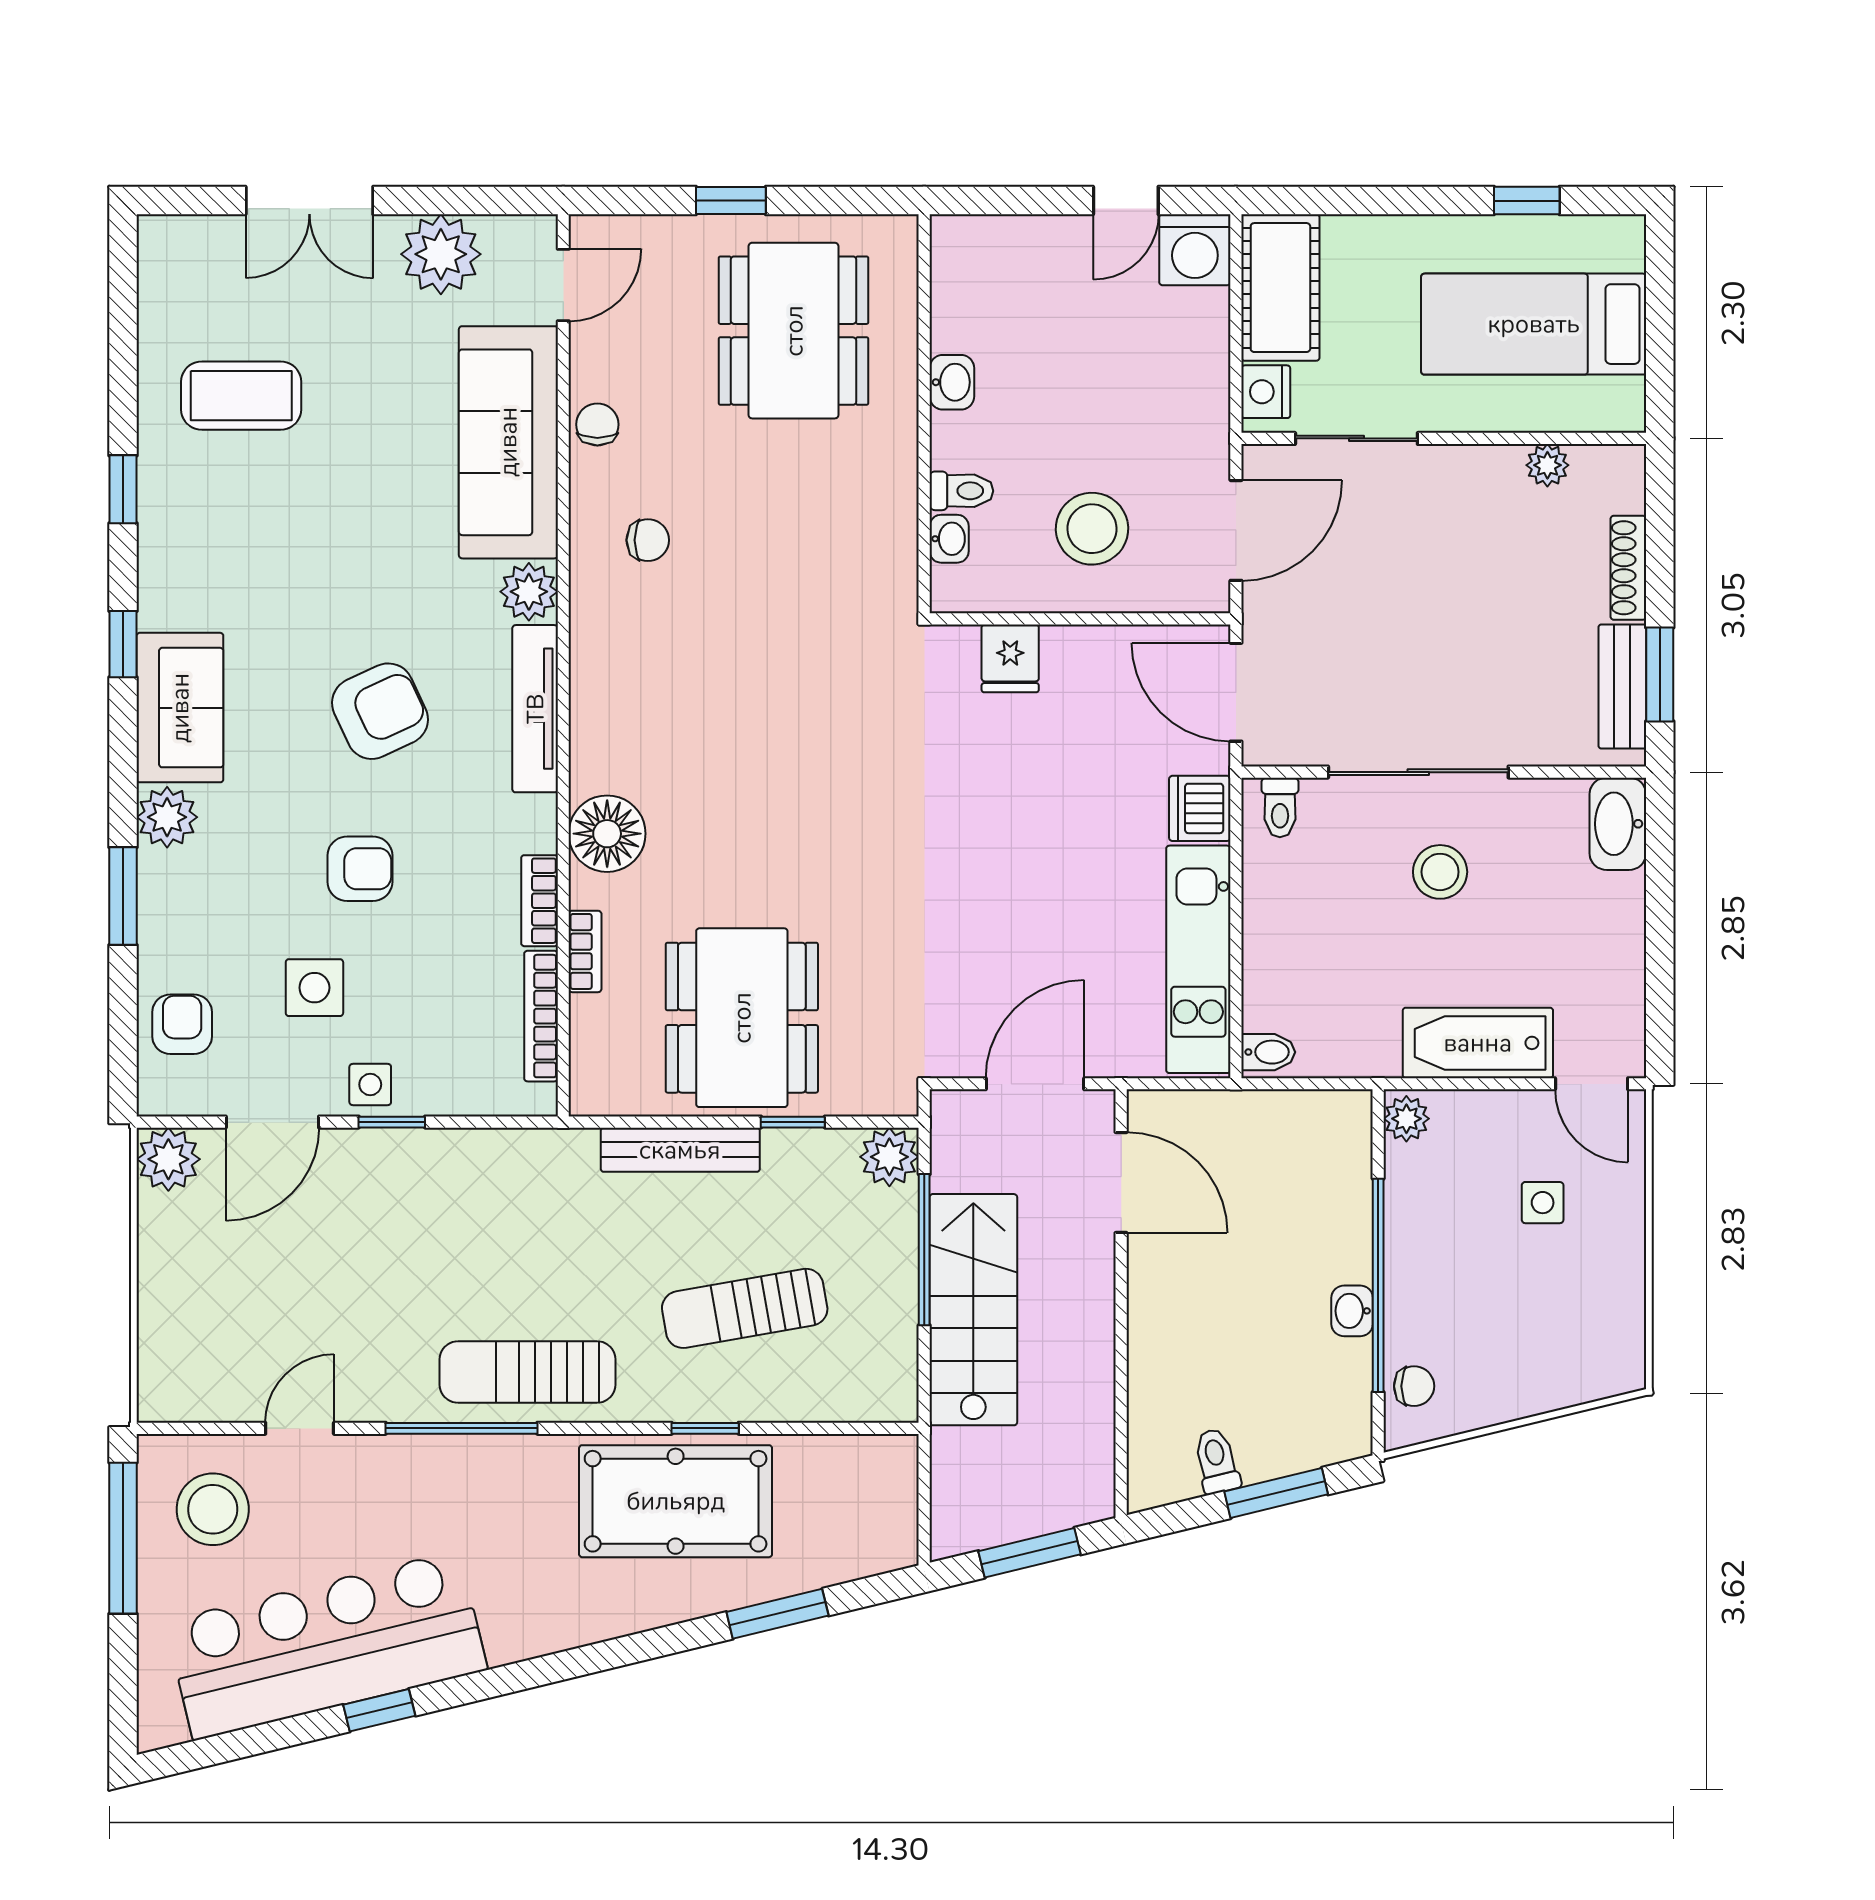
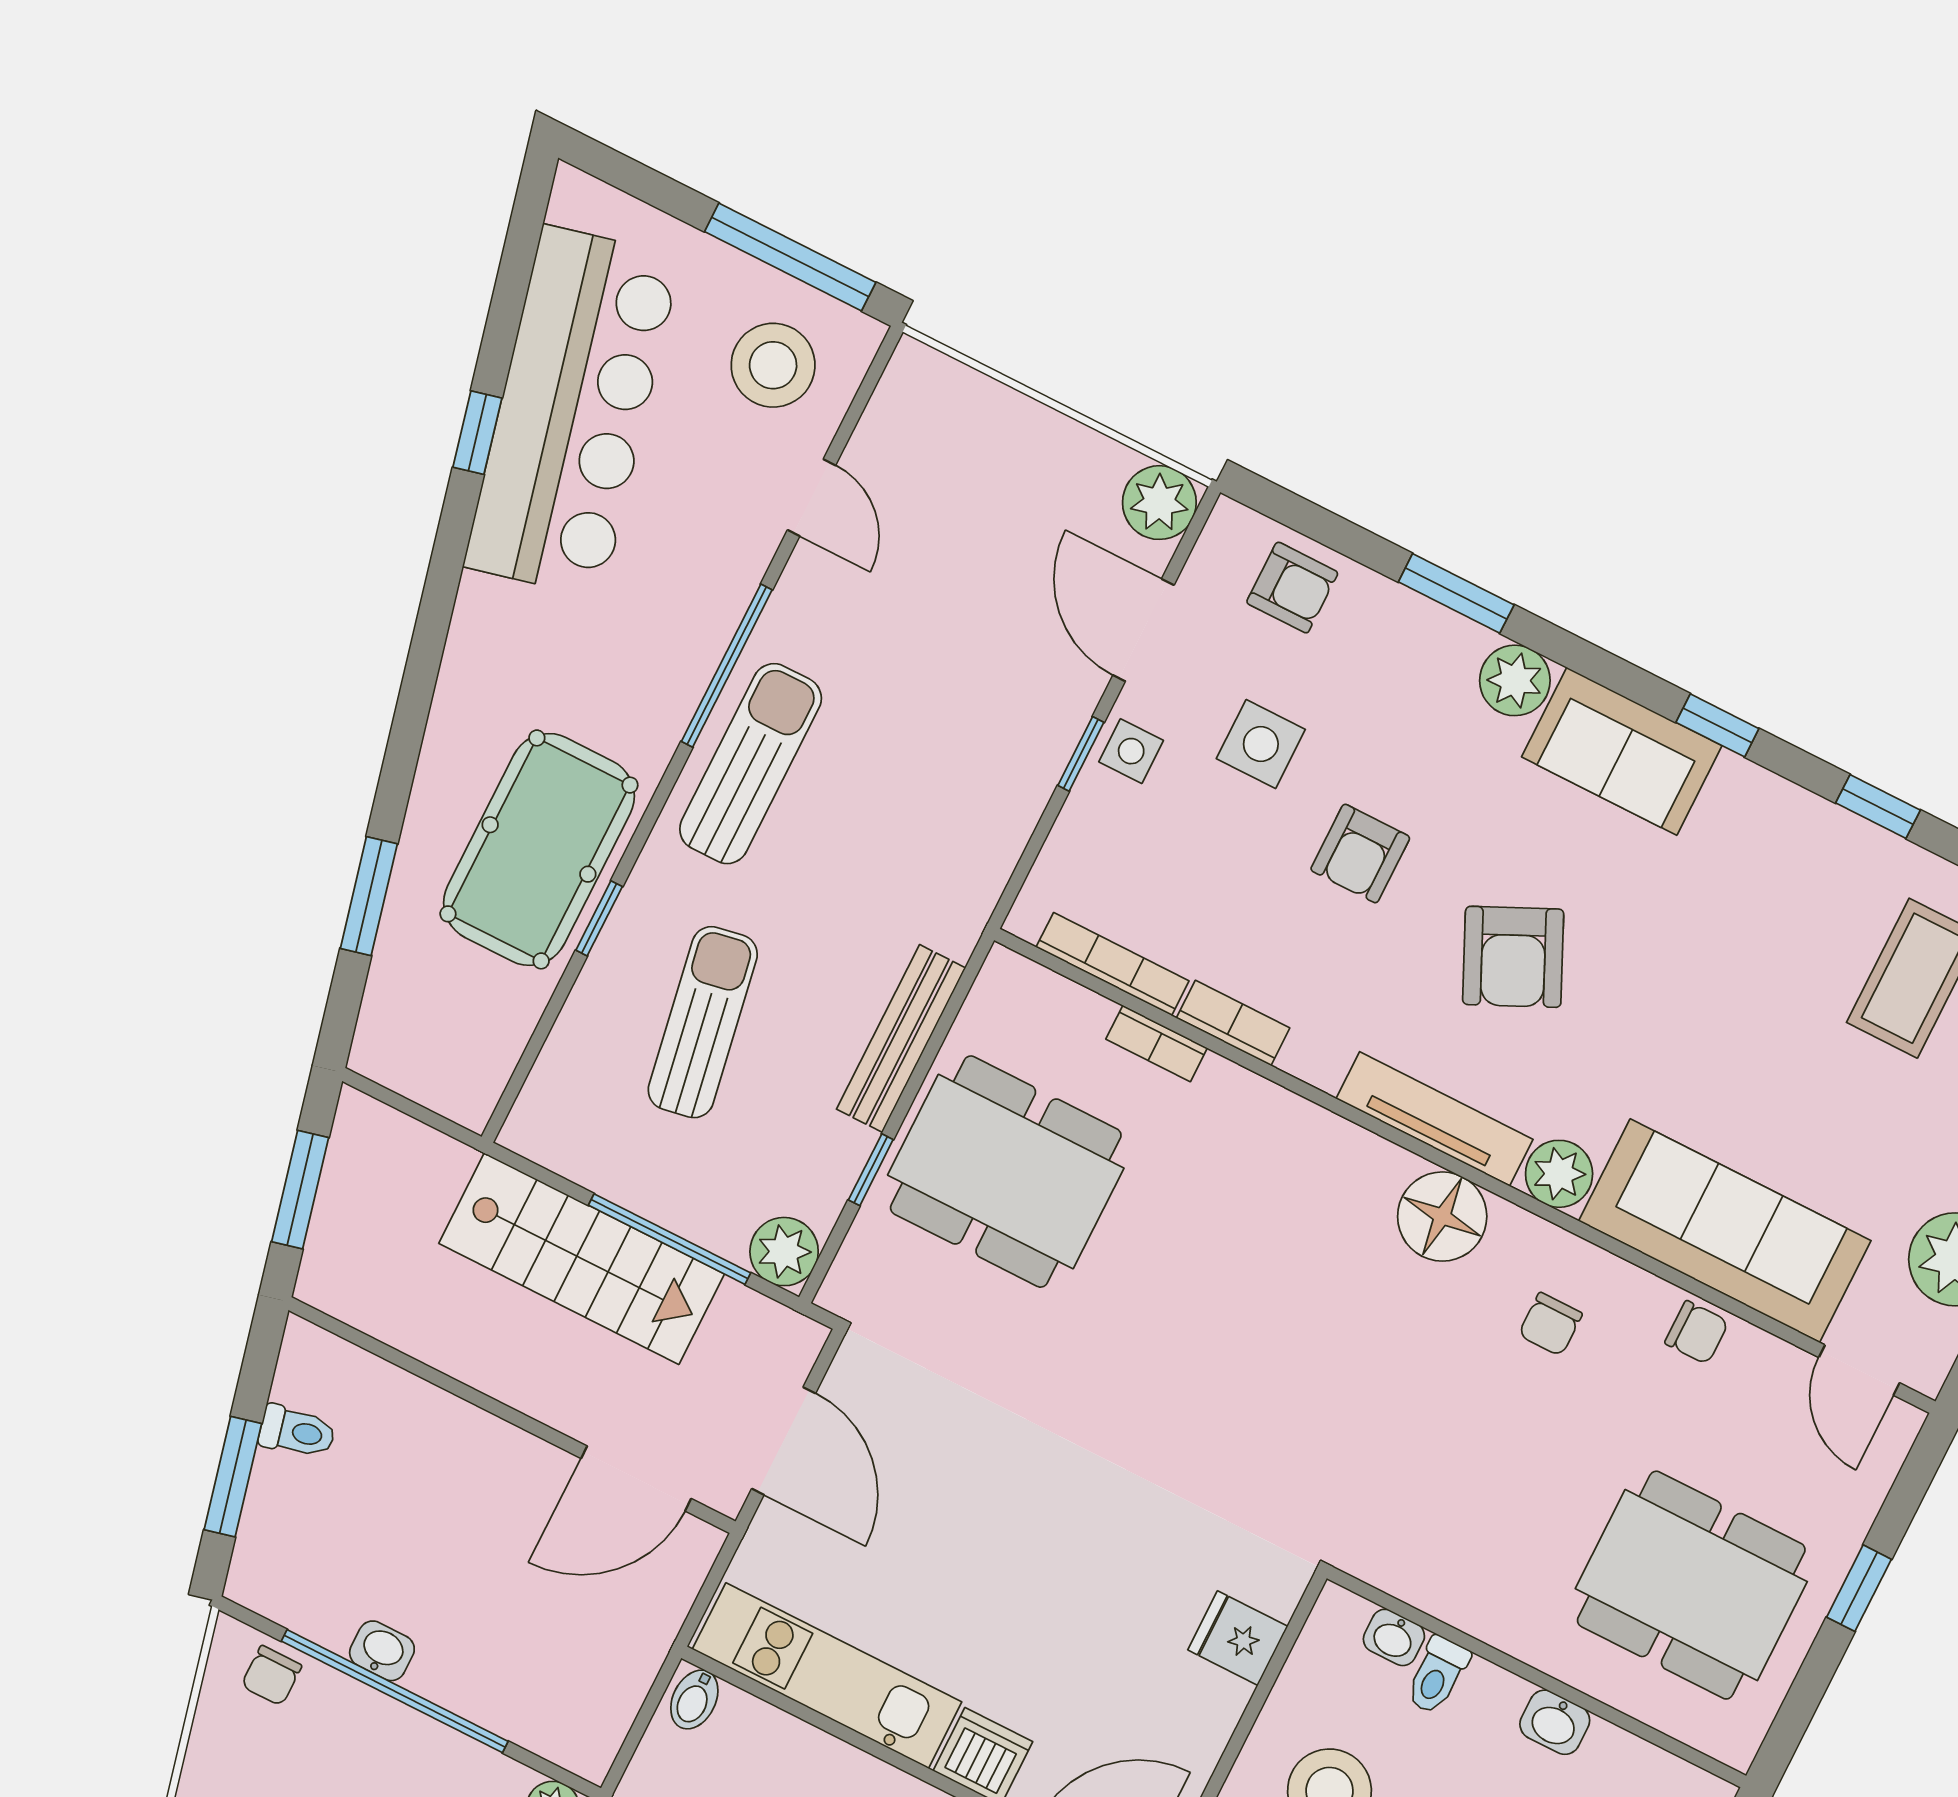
floor lamp: (607, 834) -> (1442, 1217), moved

